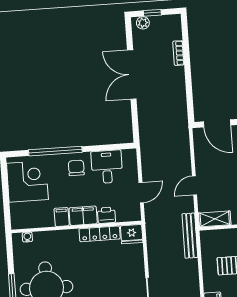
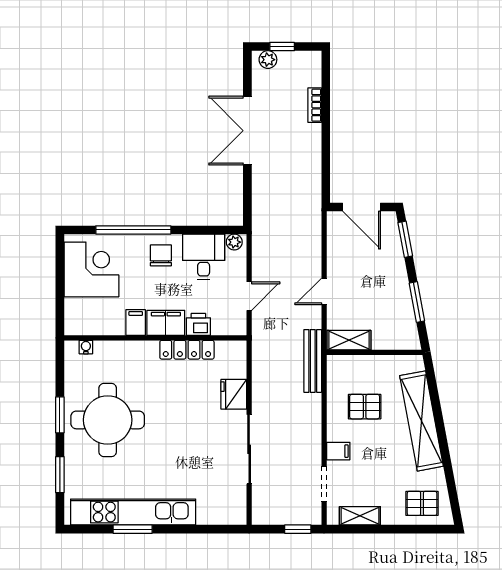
plant: (128, 155) -> (234, 242), added
fridge: (132, 234) -> (234, 394), moved, turned 90

